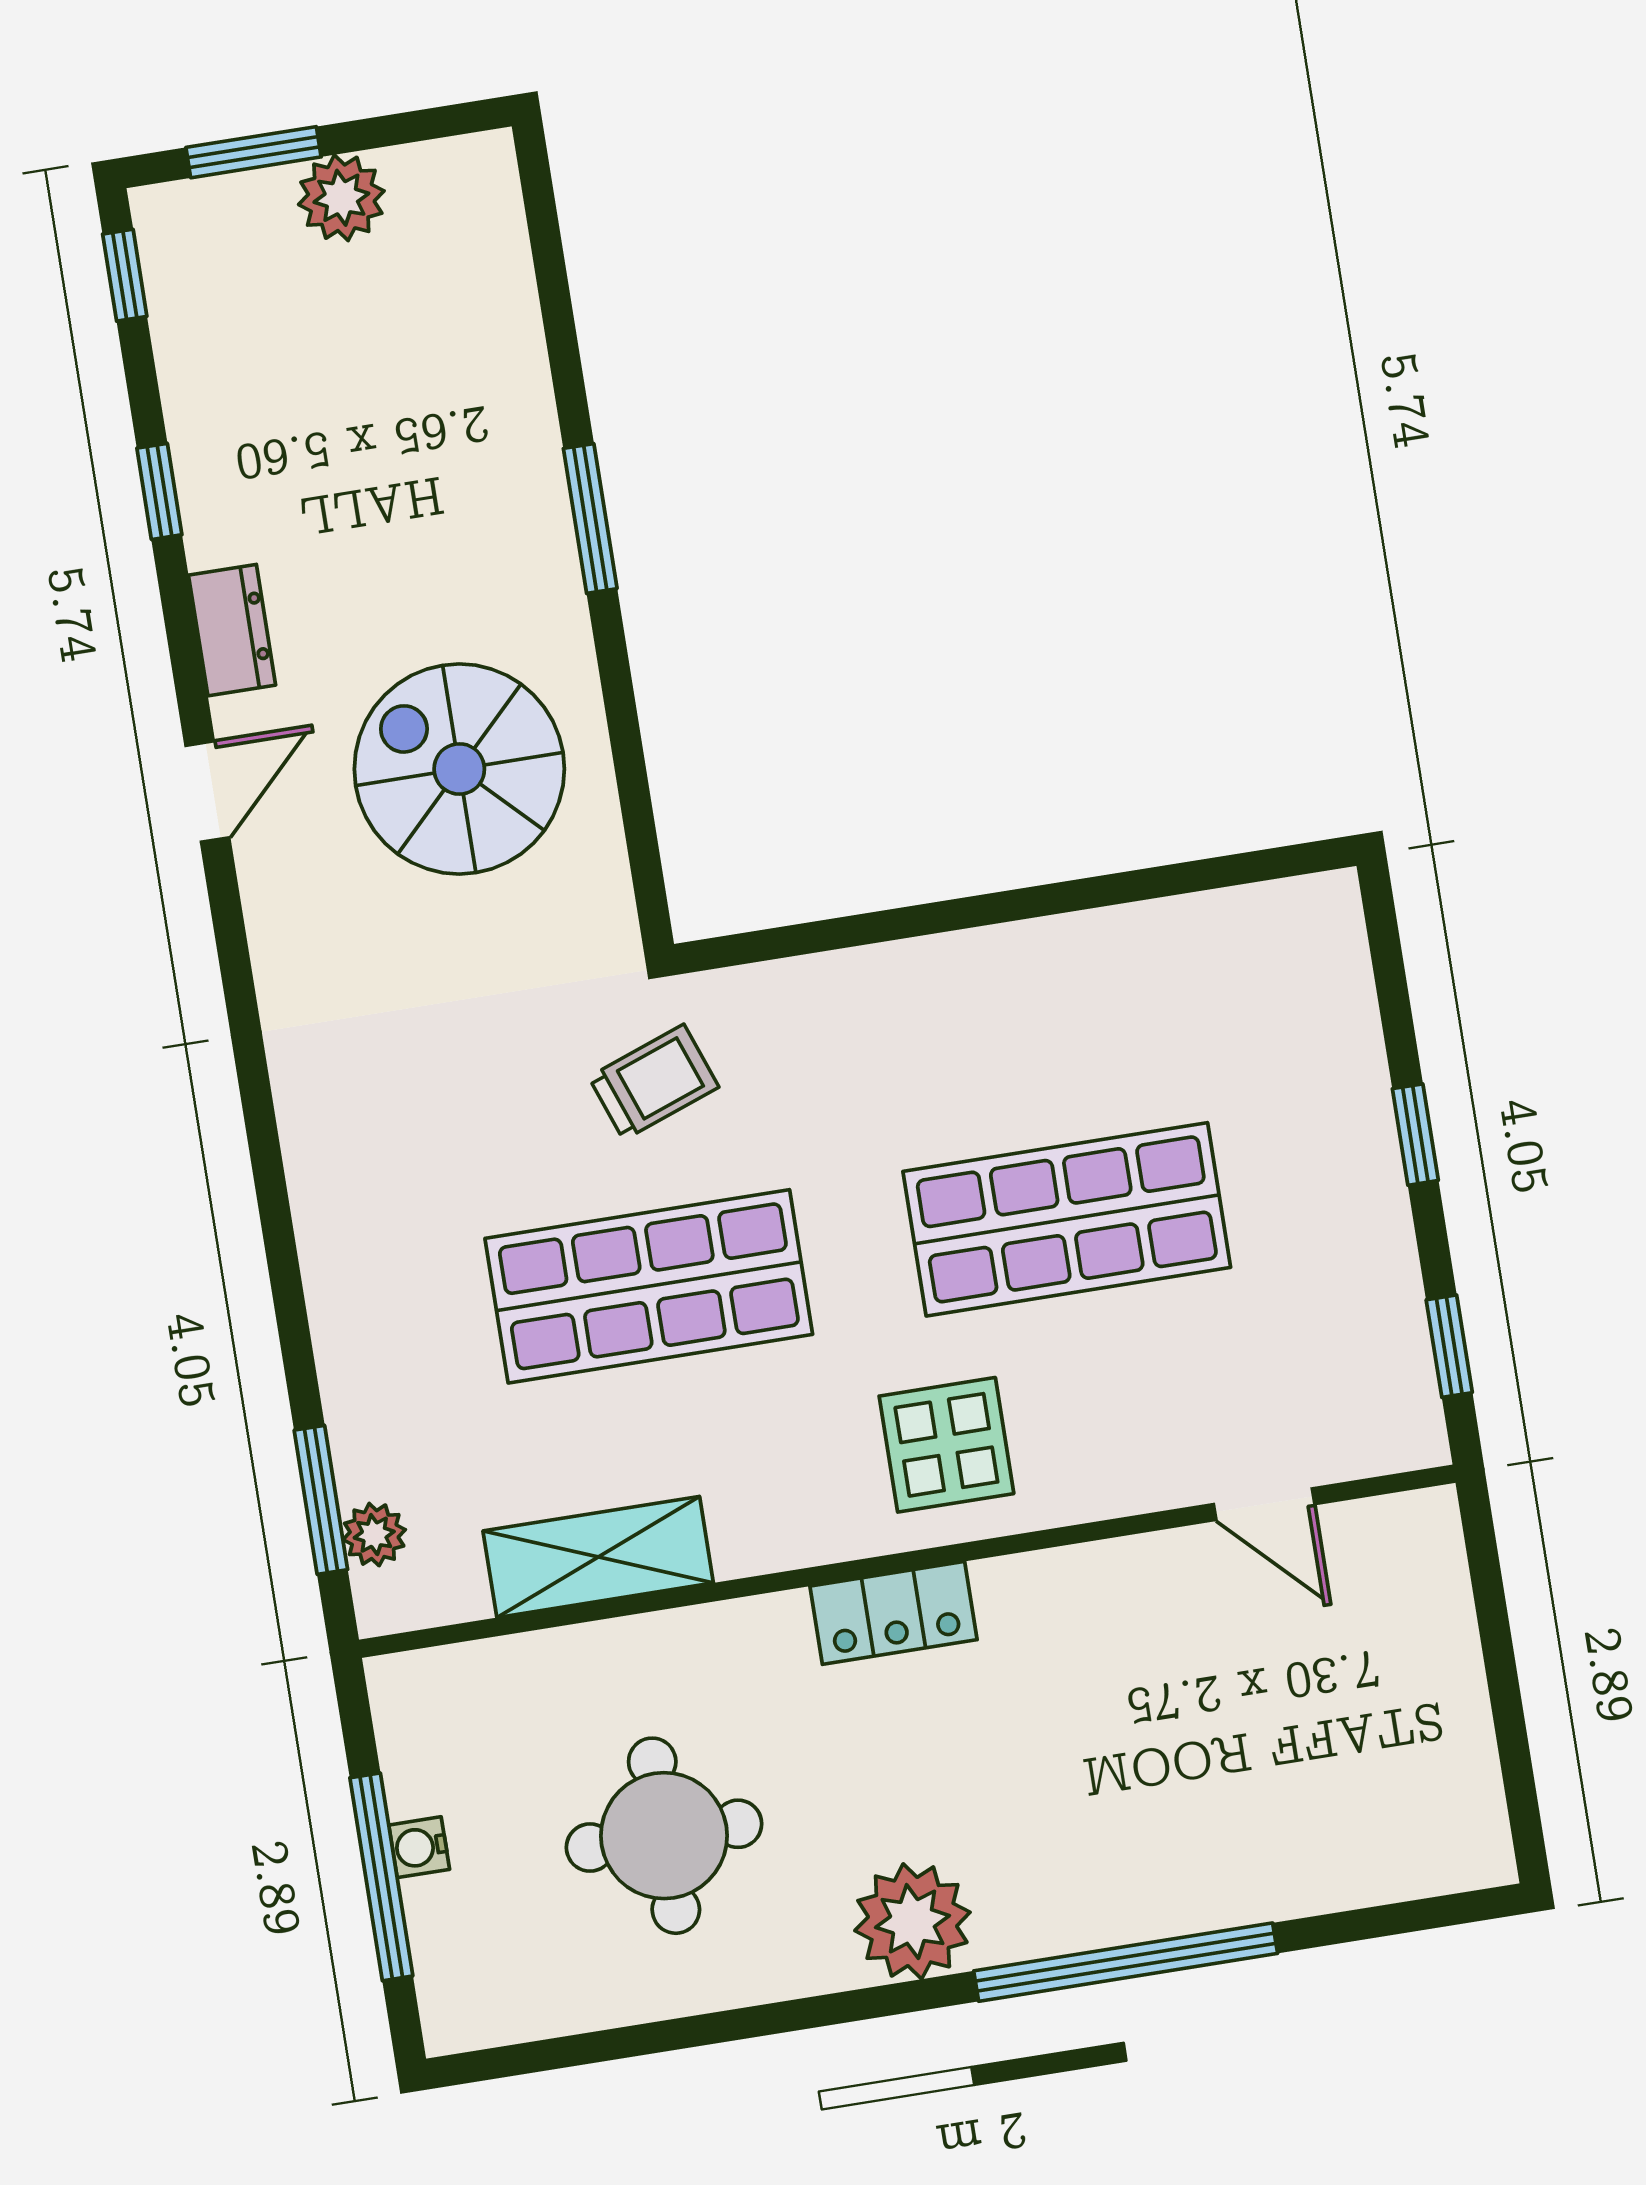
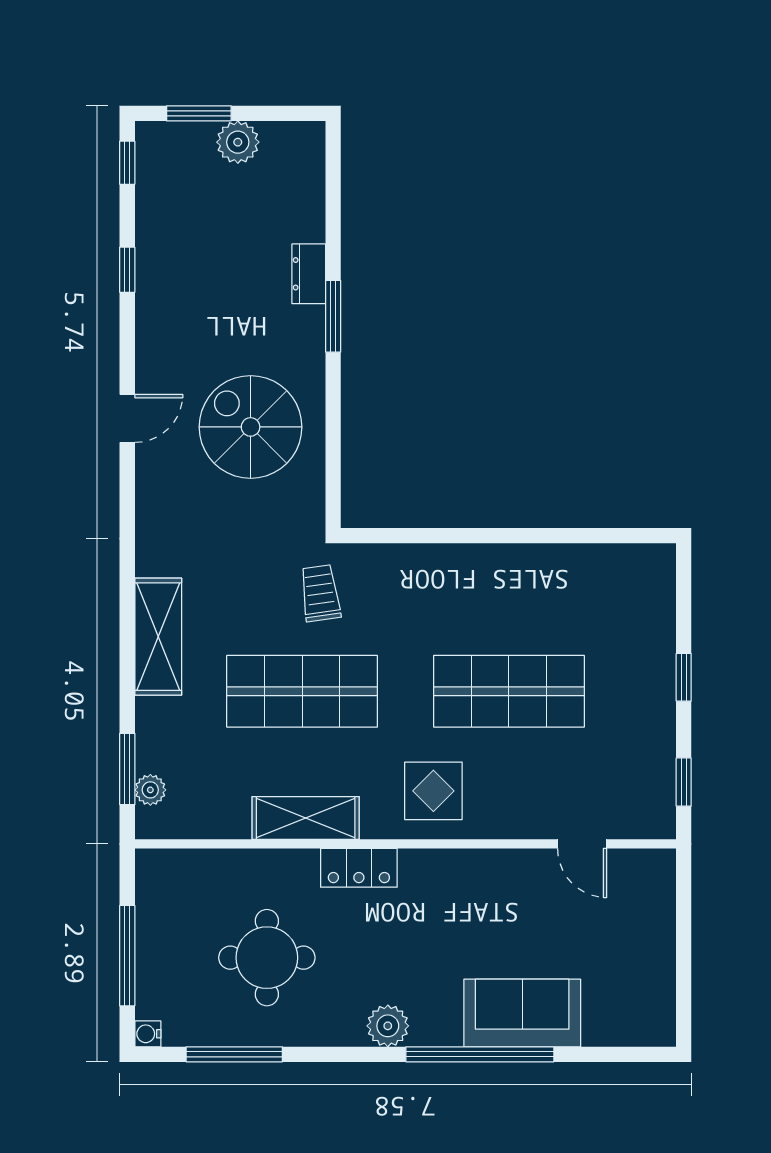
dresser: (232, 630) -> (309, 274), moved, turned 180
trolley: (654, 1082) -> (320, 593), turned -78
shelving: (341, 1222) -> (158, 637), added
shelving: (598, 1557) -> (306, 818), moved
locker: (893, 1613) -> (359, 868), moved
water cooler: (419, 1847) -> (148, 1034), moved
sofa: (1198, 1865) -> (522, 1013), added
plant: (912, 1921) -> (388, 1026), width x0.73, depth x0.73
window: (629, 2042) -> (234, 1054), added

